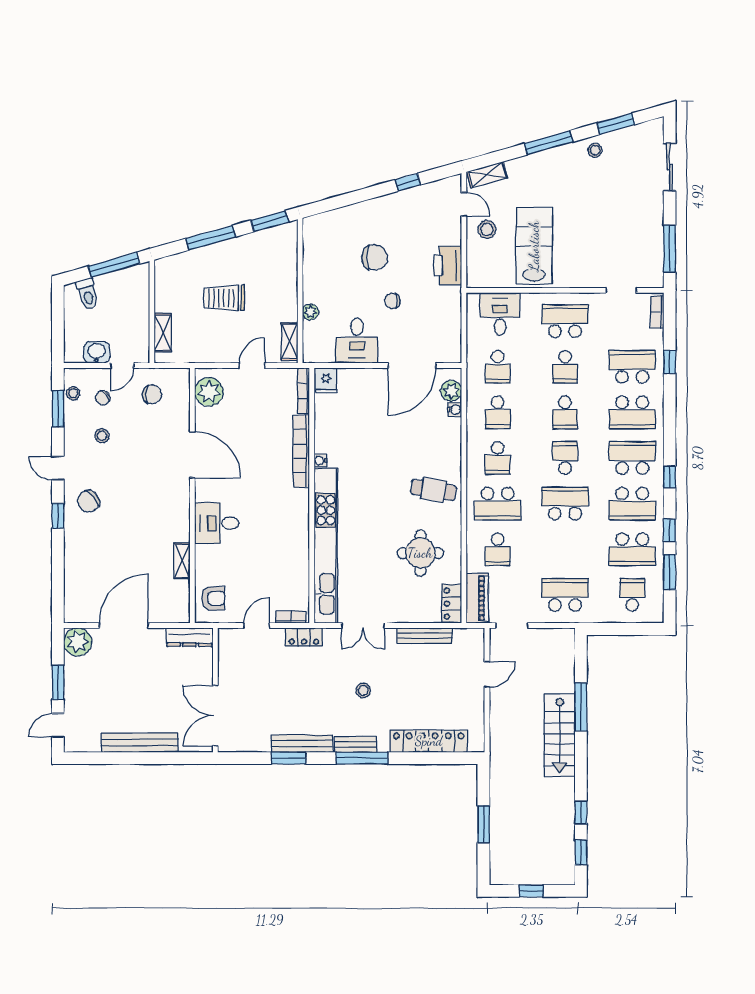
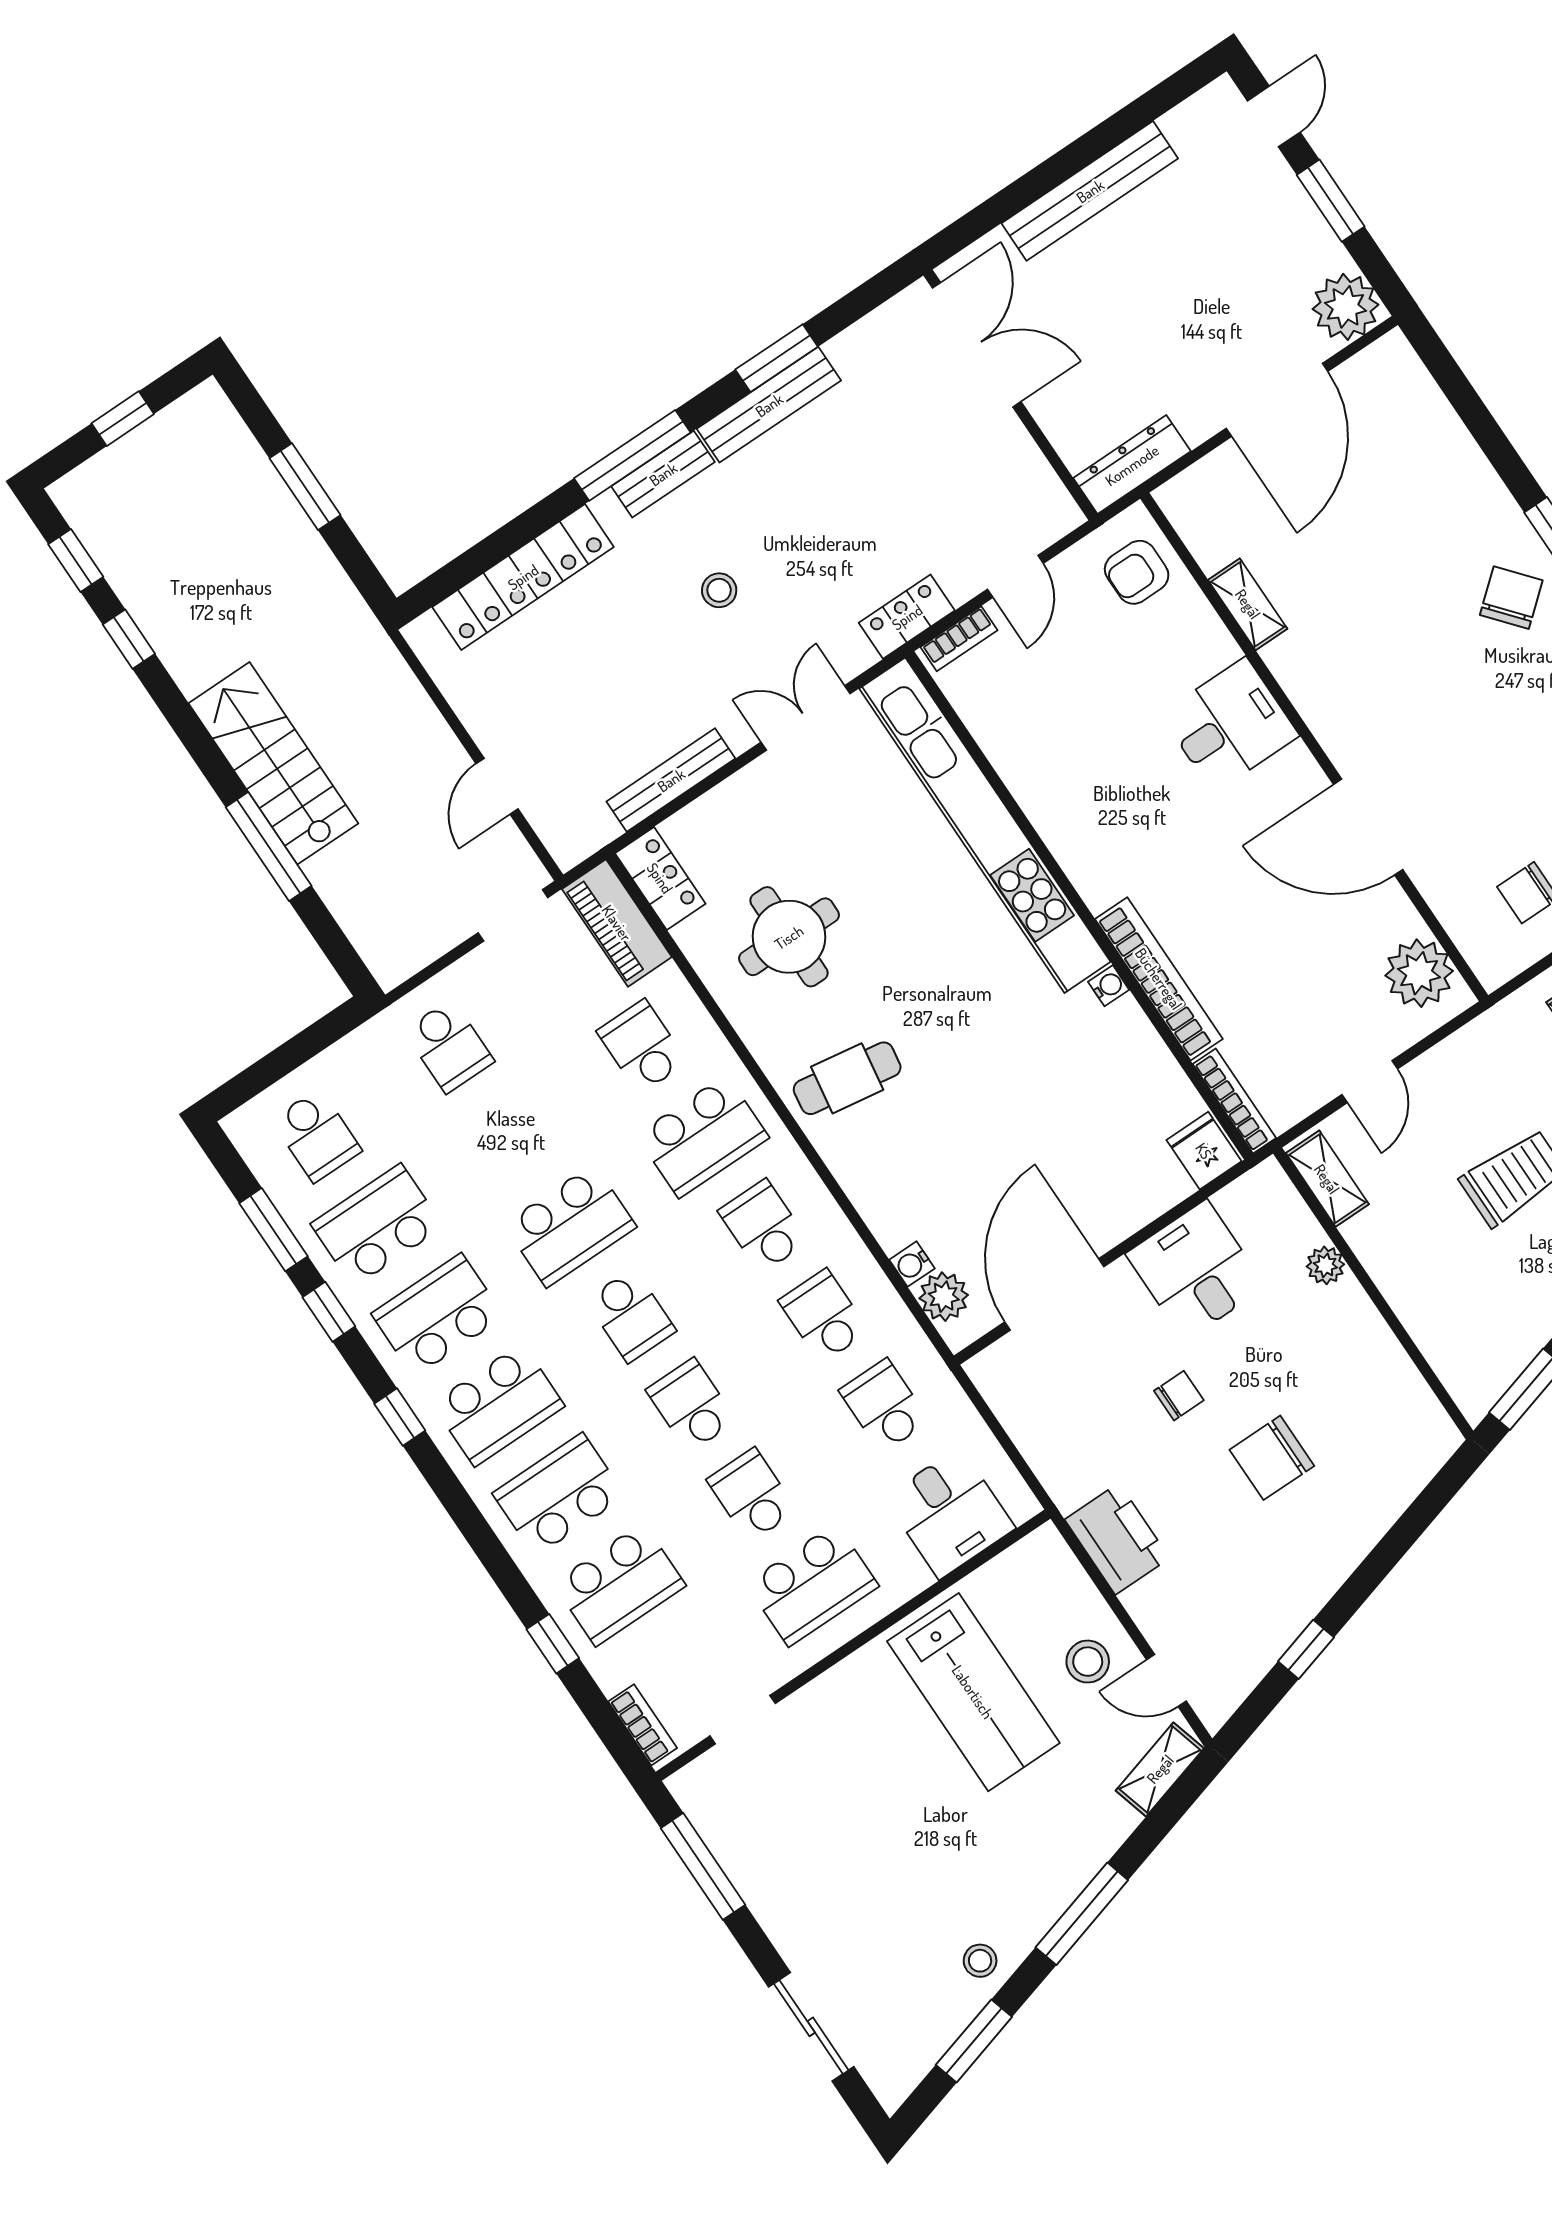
school desk: (498, 504) -> (703, 1136), turned 180
school desk: (565, 595) -> (449, 1046), width x0.54

